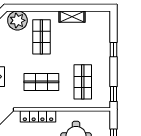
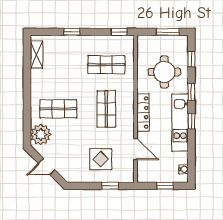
shelving: (72, 17) -> (36, 55), moved

